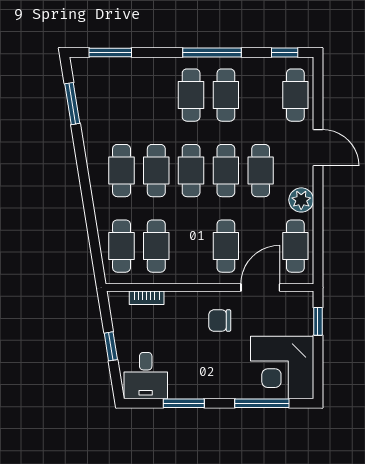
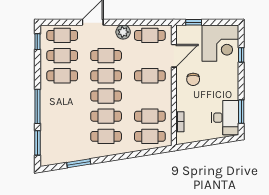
window: (212, 52) -> (37, 106), moved
cafe table: (191, 95) -> (62, 56), moved
window: (72, 104) -> (79, 163), moved
door: (260, 287) -> (174, 56), swing flipped
window: (111, 346) -> (208, 143), removed
desk: (146, 376) -> (225, 118), width x1.37
window: (184, 403) -> (241, 112), moved
window: (262, 403) -> (241, 55), width x0.46

